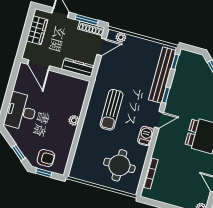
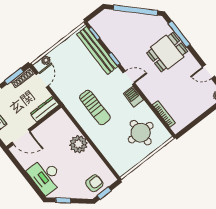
plant: (74, 120) -> (78, 144), width x1.87, depth x1.87
door: (159, 120) -> (129, 78), hinge flipped
window: (19, 153) -> (63, 200), moved

